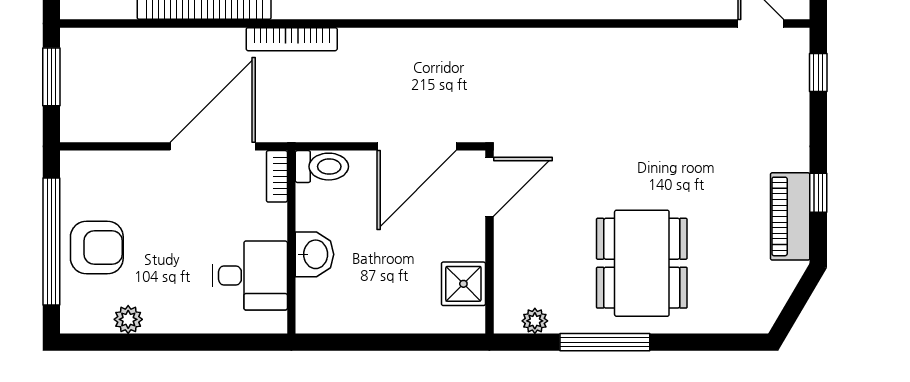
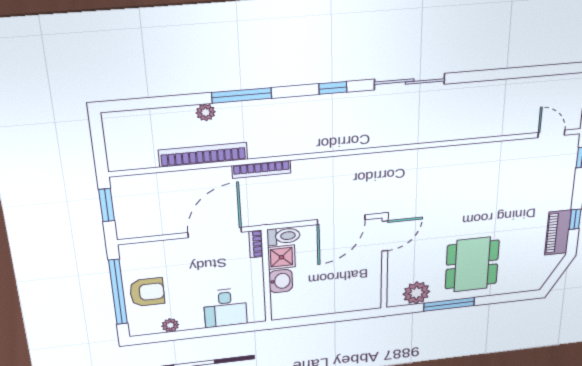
desk: (250, 275) -> (225, 308), moved, turned 90
shower: (463, 284) -> (281, 257), moved
plant: (535, 321) -> (416, 293), width x1.87, depth x1.87

